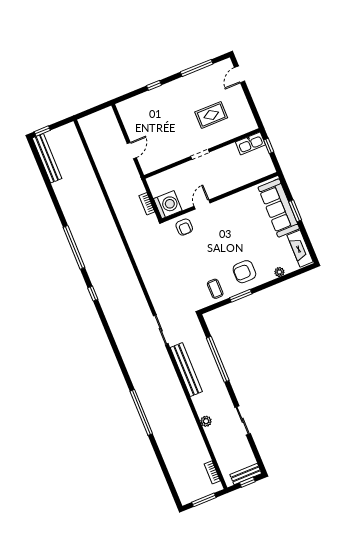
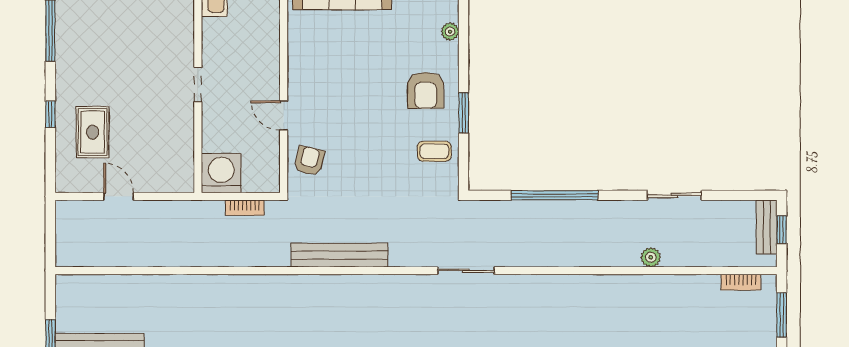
rug: (211, 115) -> (93, 132), moved
door: (132, 151) -> (119, 196), moved
washing machine: (168, 205) -> (221, 173), moved
armchair: (184, 227) -> (309, 161), turned -77
bench: (186, 370) -> (339, 255), moved

